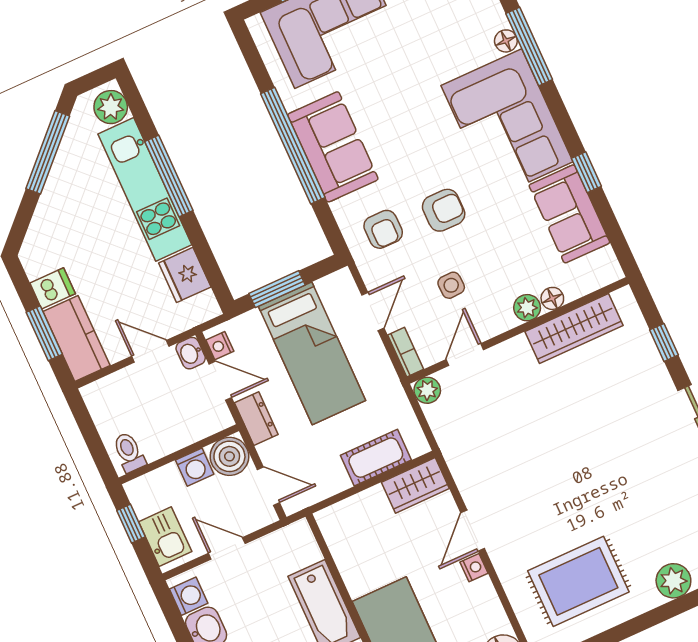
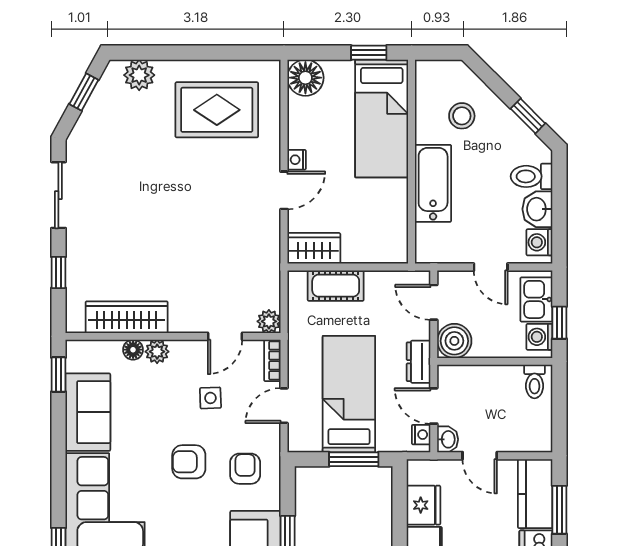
window: (586, 172) -> (58, 375), moved
washing machine: (195, 467) -> (539, 337), moved, turned -90

